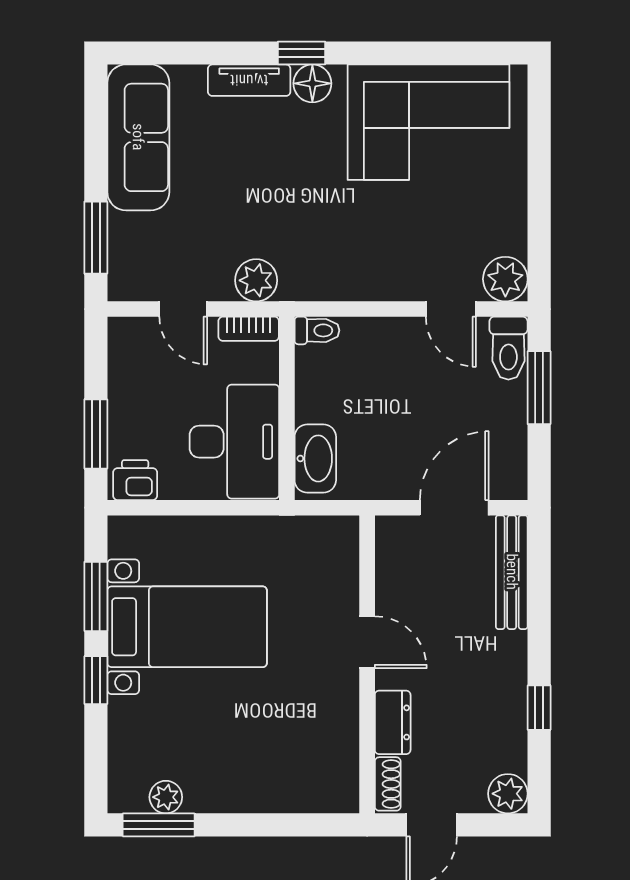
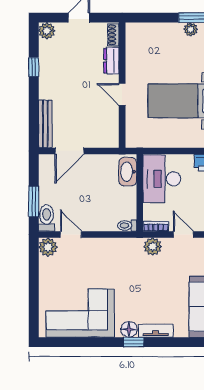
door: (367, 642) -> (122, 94), moved
wall: (367, 664) -> (122, 85), moved
dresser: (393, 722) -> (111, 61), moved
shoe rack: (388, 784) -> (113, 35), moved

